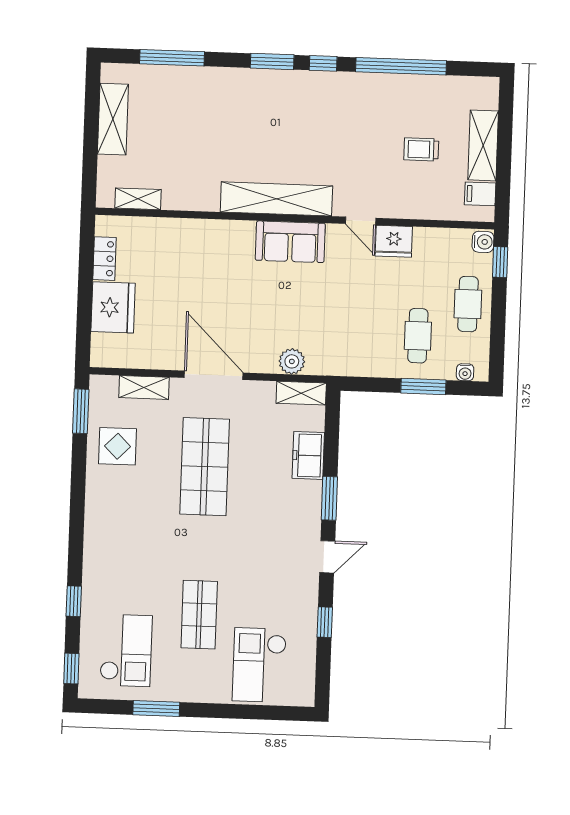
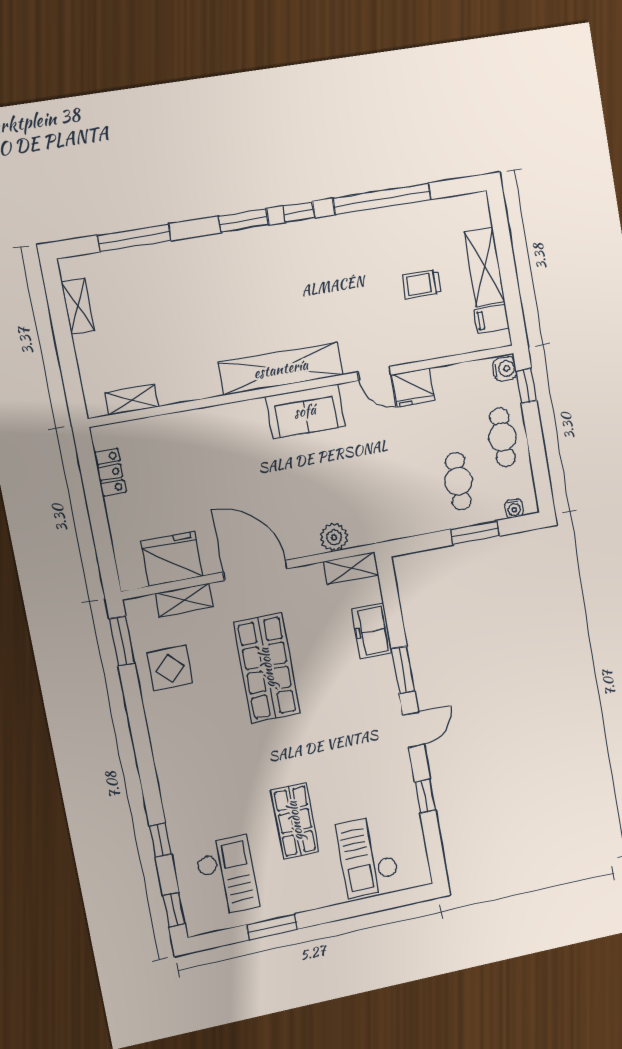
shelving: (113, 119) -> (78, 306), width x0.67, depth x0.75
fridge: (113, 307) -> (172, 559), moved, turned -90

